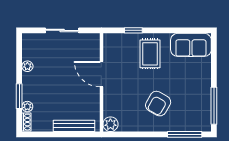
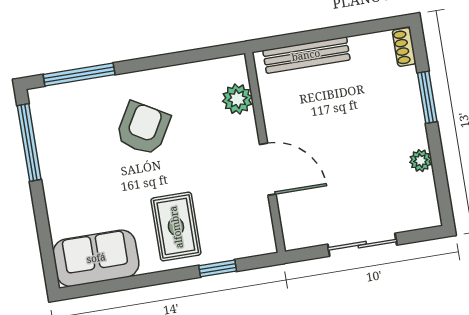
plant: (27, 107) -> (407, 79), removed
plant: (110, 124) -> (237, 99), moved

